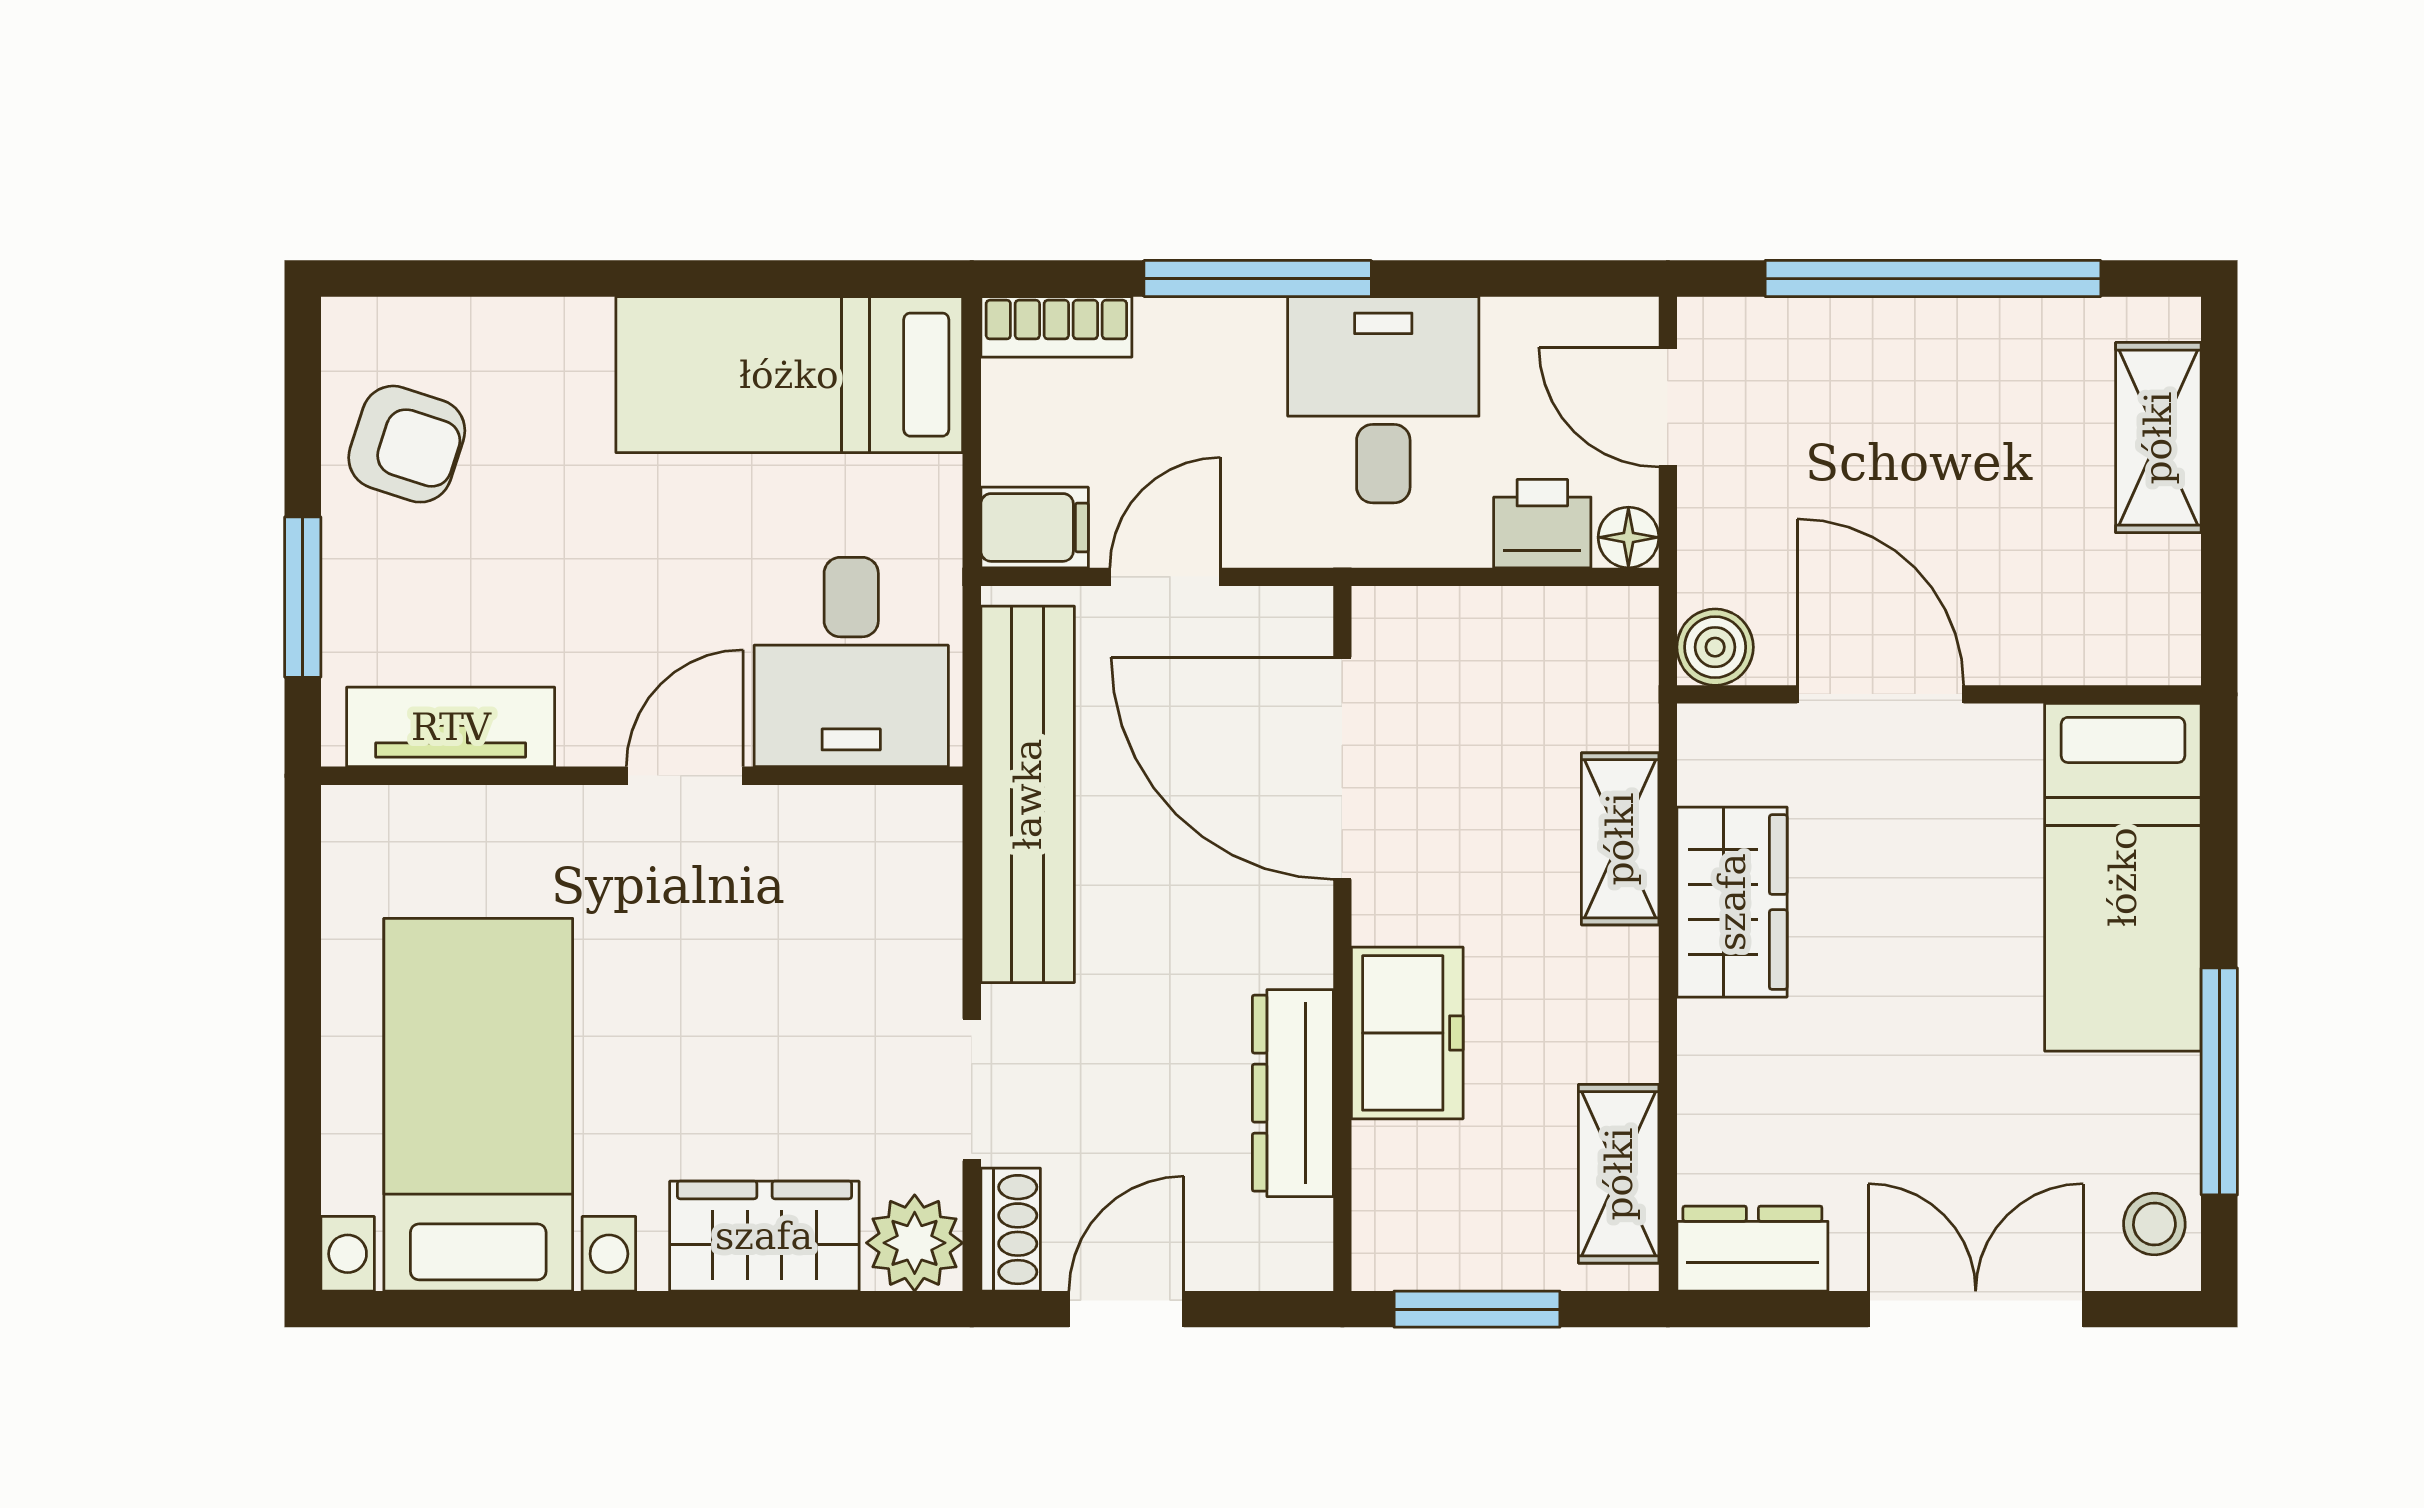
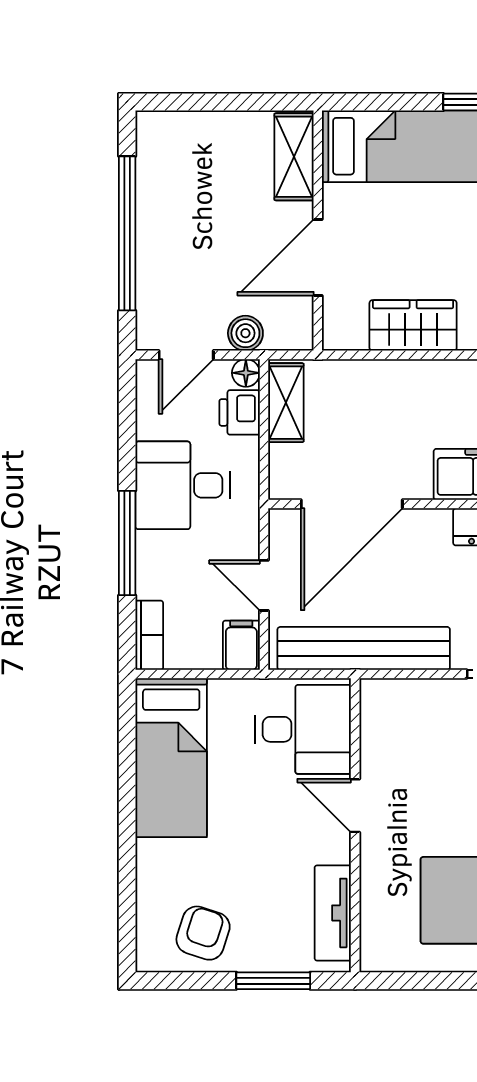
shelving: (2158, 438) -> (294, 157), moved, turned 90
boiler: (1715, 647) -> (245, 333), moved
shelving: (1620, 839) -> (286, 403), moved, turned 90

